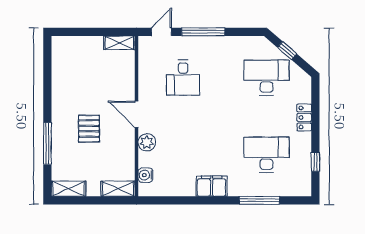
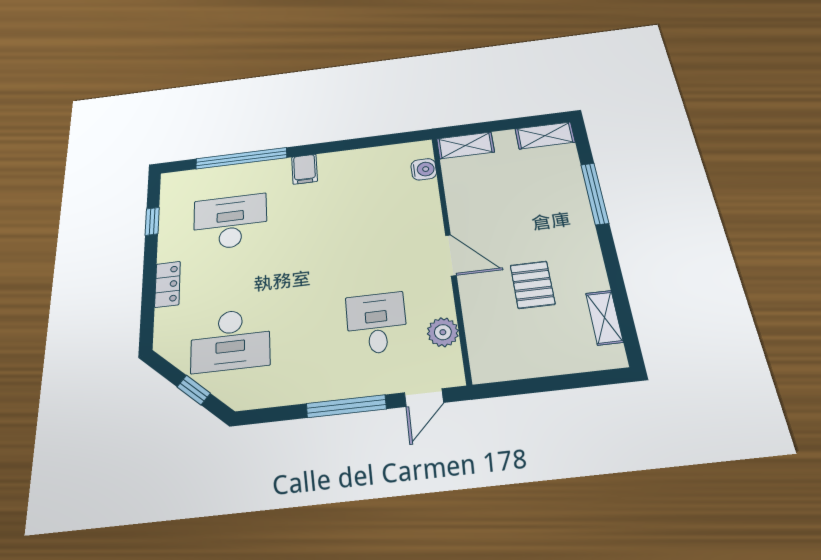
shelving: (119, 43) -> (604, 318), moved, turned 90
pallet: (89, 129) -> (533, 285), moved
plant: (147, 142) -> (443, 332), moved
desk: (266, 155) -> (230, 222), turned 180
filing cabinet: (212, 186) -> (305, 169), width x0.50
window: (259, 200) -> (241, 158), width x1.46

